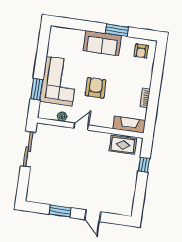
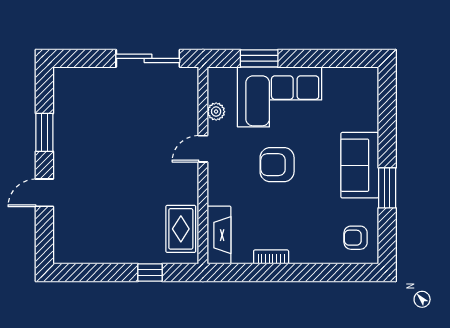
armchair: (96, 88) -> (277, 165), turned 180
door: (81, 127) -> (203, 149), swing flipped

